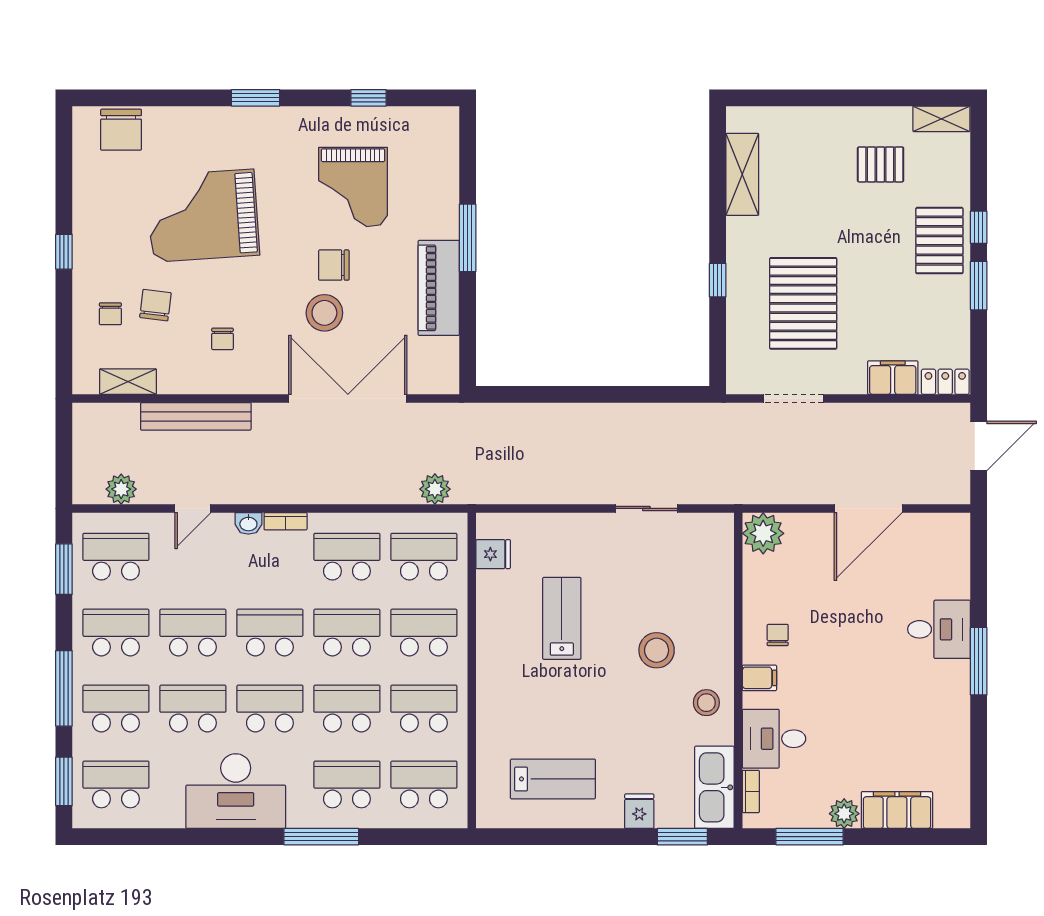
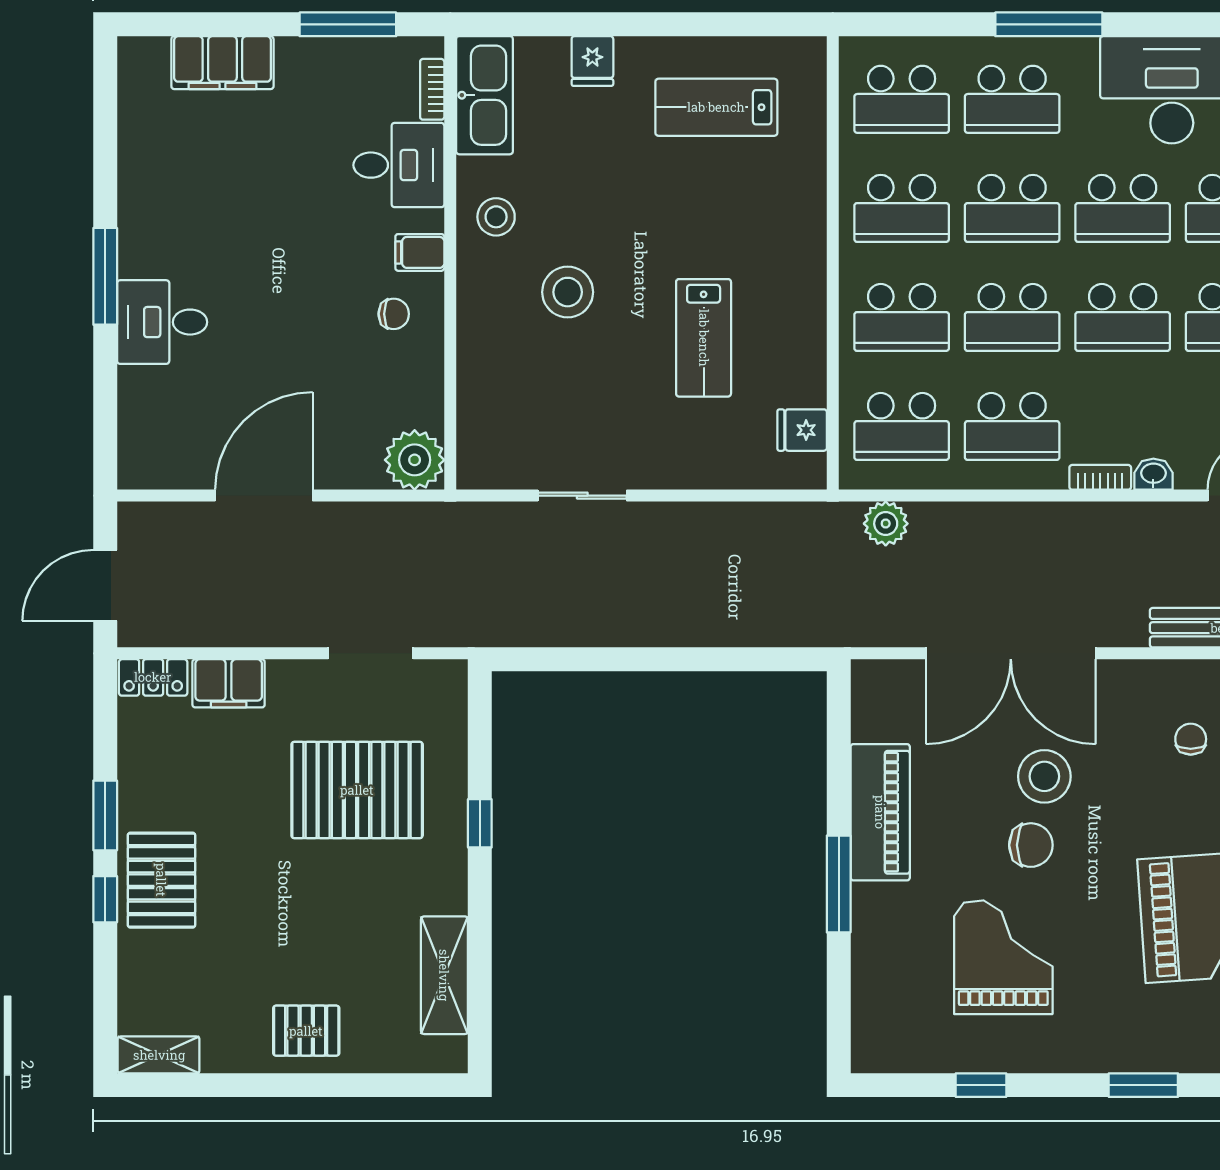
pallet: (881, 164) -> (306, 1031), moved
pallet: (803, 303) -> (357, 790), turned 90
chair: (778, 635) -> (394, 314), turned -90
plant: (844, 814) -> (298, 58), removed
window: (682, 837) -> (530, 24), removed

